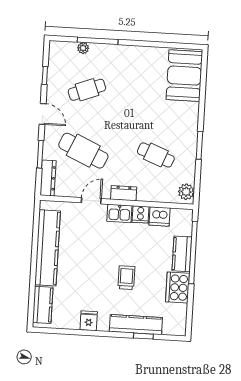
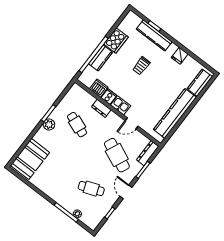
plant: (186, 192) -> (49, 124), moved
dresser: (124, 193) -> (101, 108), moved

